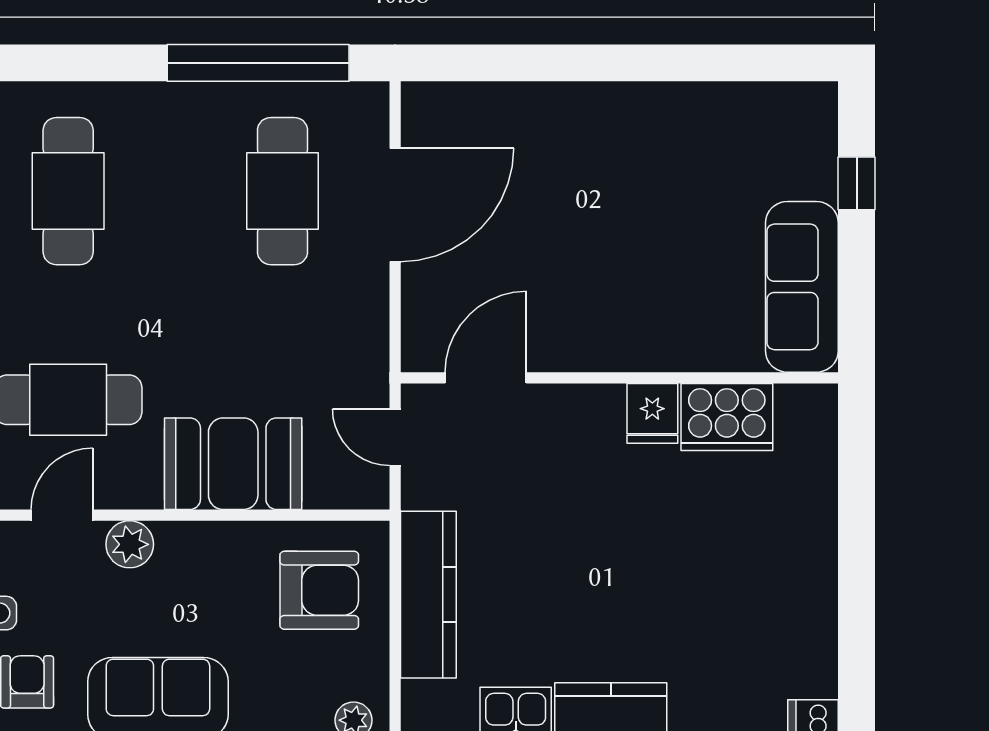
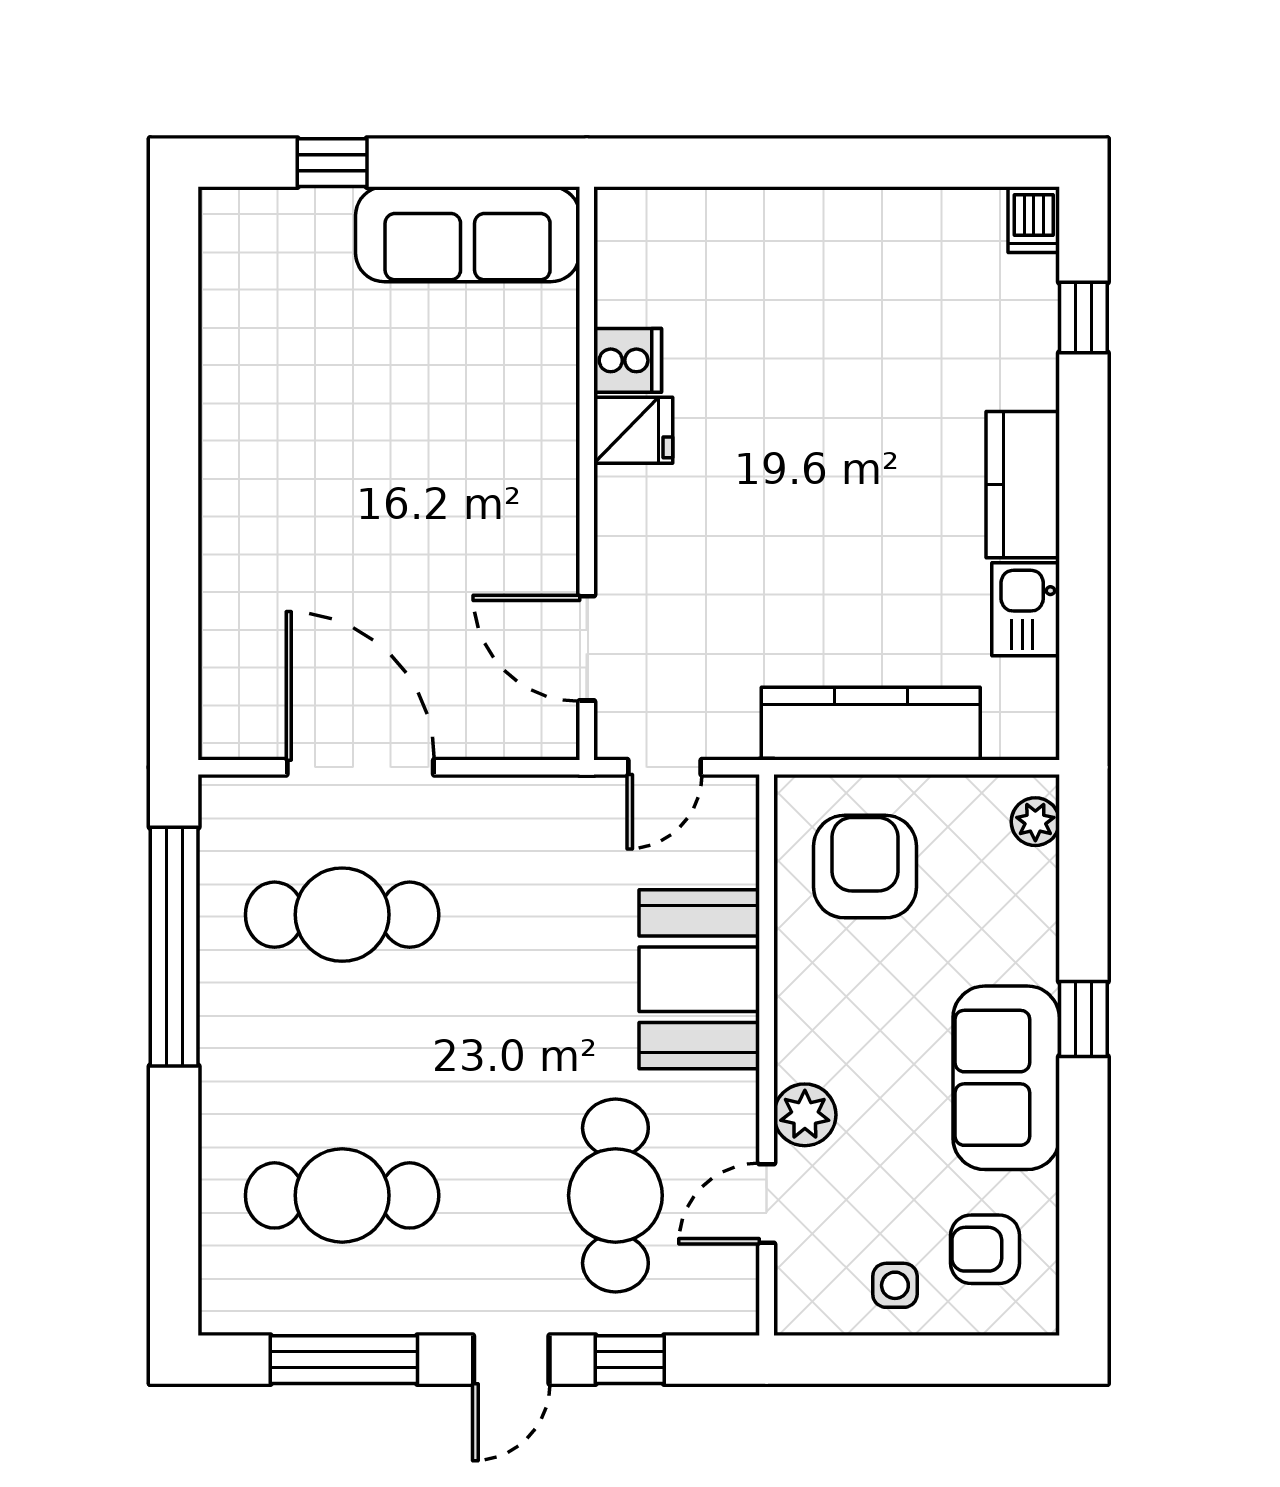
cooker: (727, 417) -> (628, 360), width x0.53, depth x0.76
door: (62, 515) -> (767, 1203), hinge flipped

